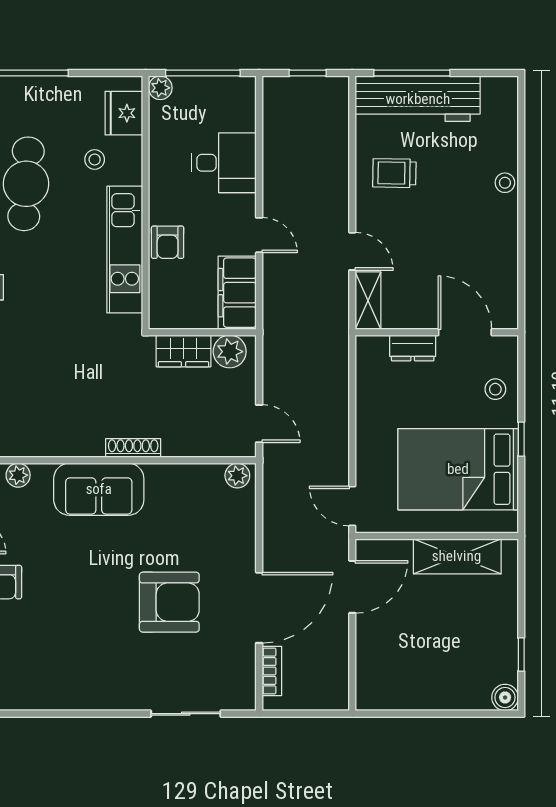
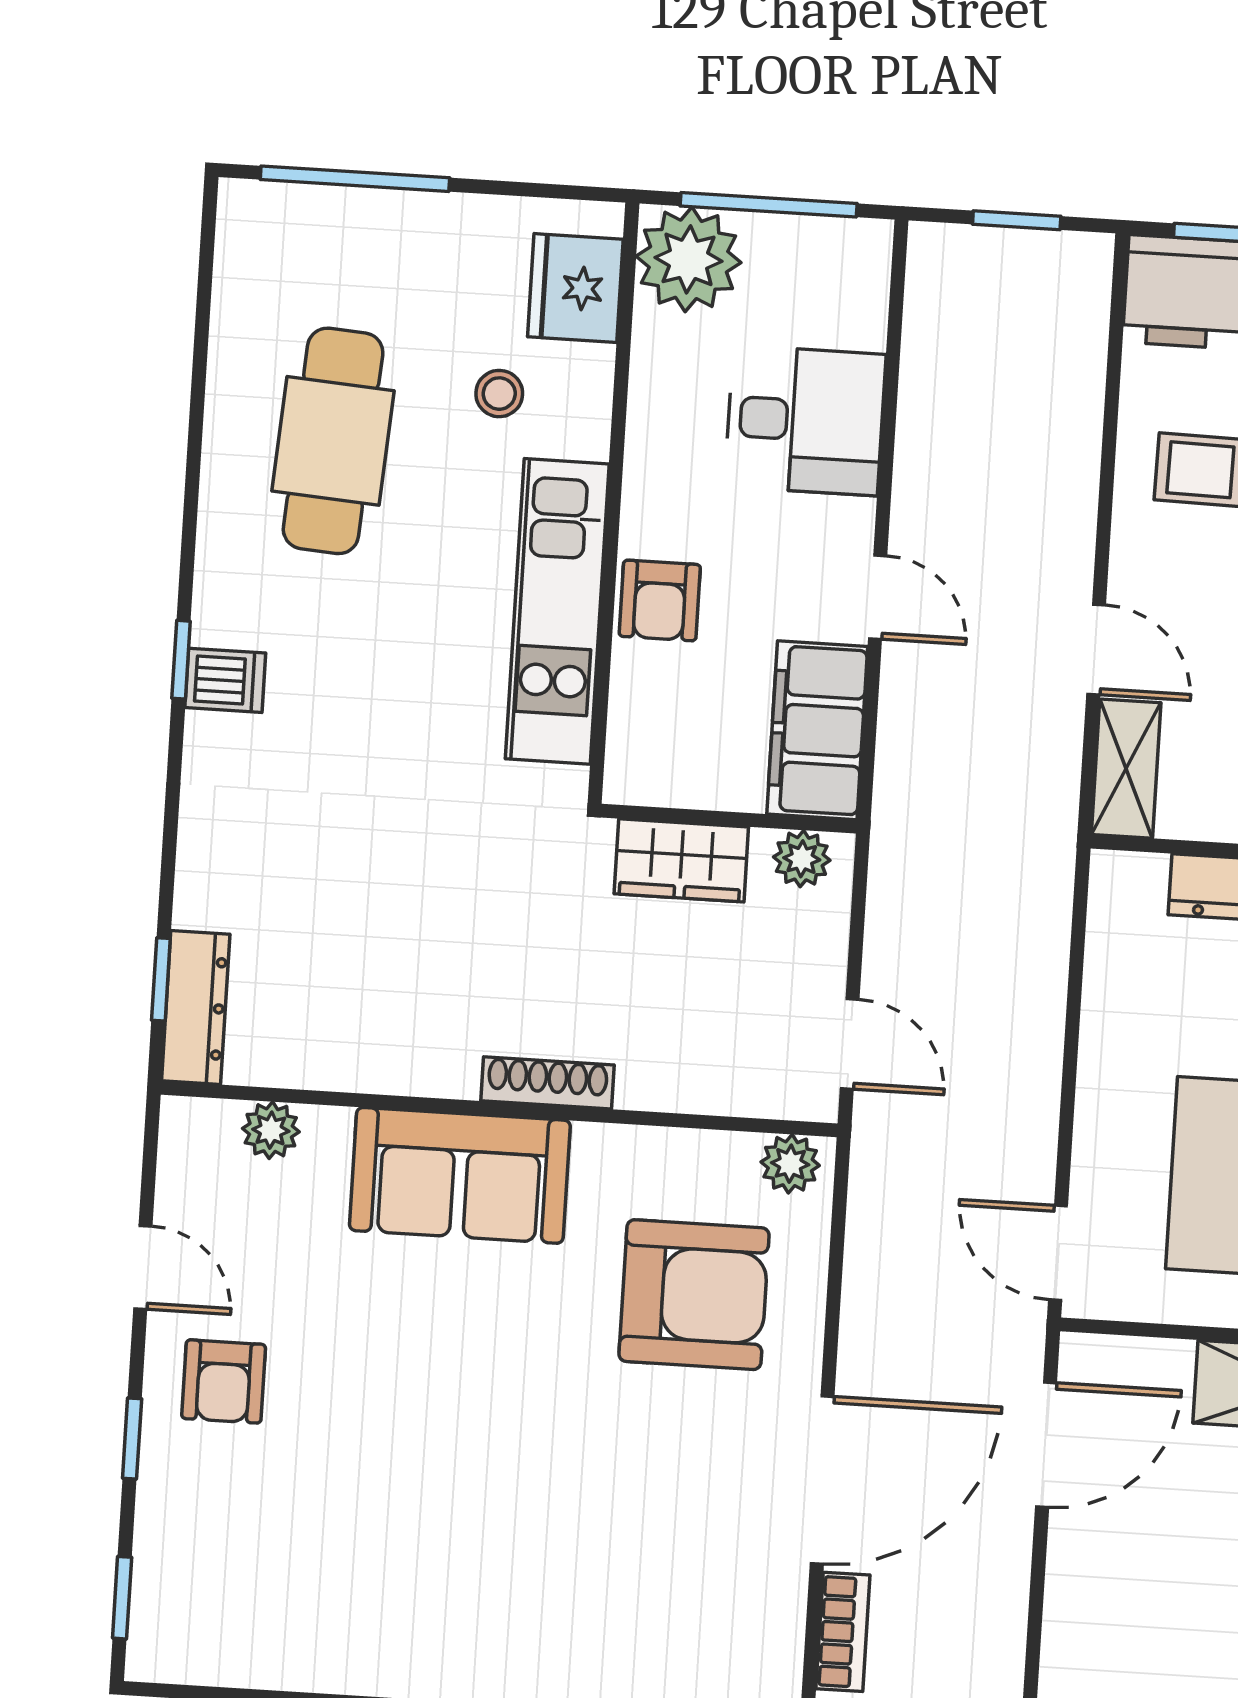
plant: (160, 88) -> (689, 259), width x1.88, depth x1.88
plant: (230, 352) -> (802, 859), width x0.73, depth x0.73
armchair: (169, 602) -> (694, 1295), moved

